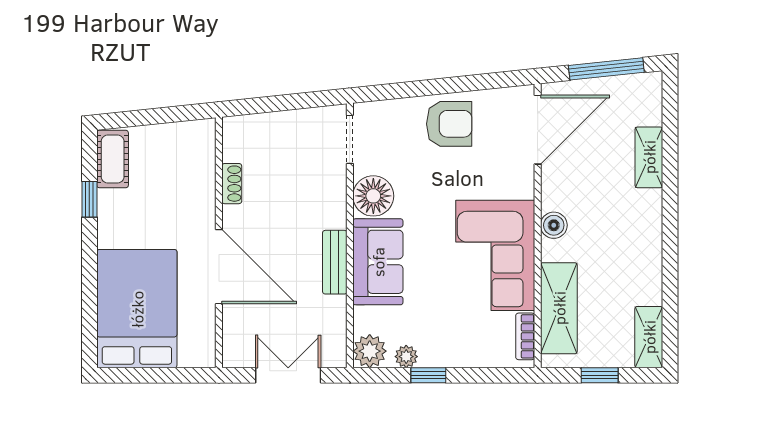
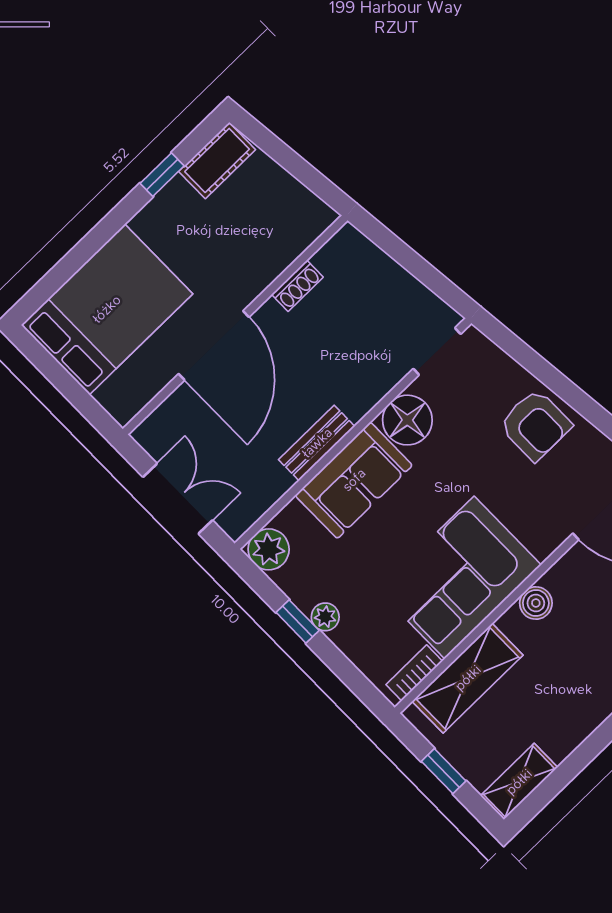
plant: (406, 357) -> (325, 617), moved

